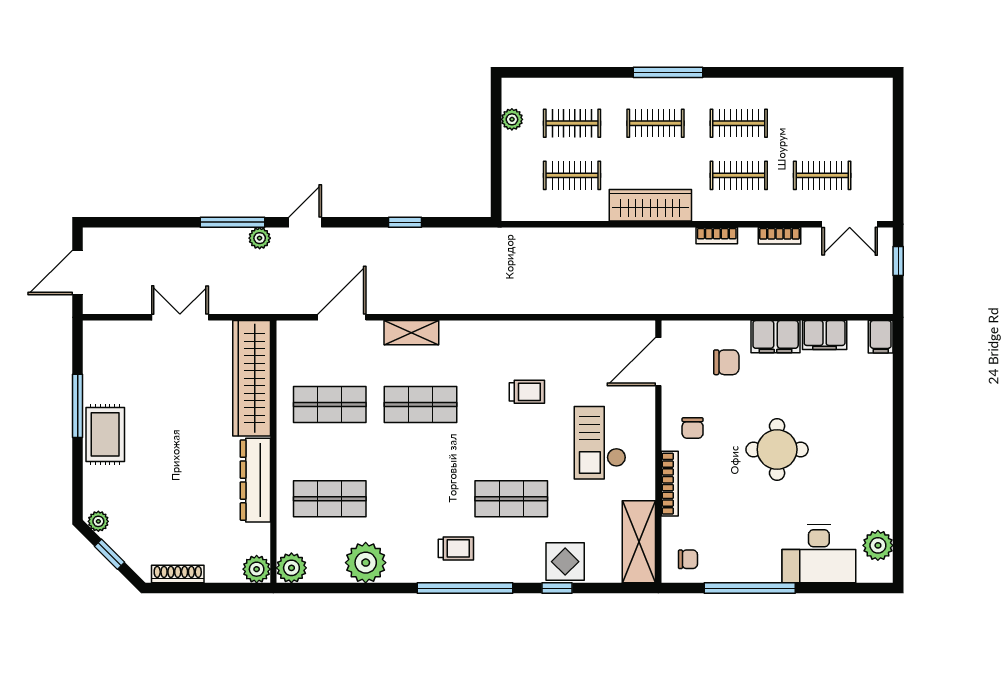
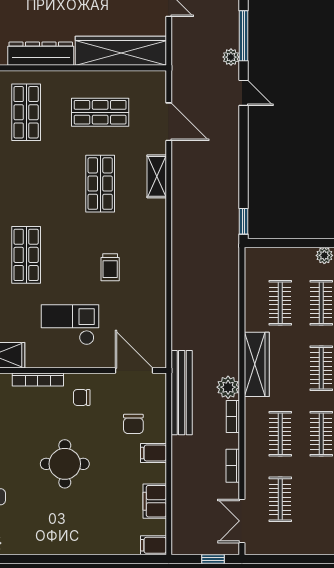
window: (405, 222) -> (243, 221), moved
plant: (680, 242) -> (228, 387), added
bench: (686, 301) -> (182, 393), added
filing cabinet: (776, 337) -> (153, 453), width x0.50
shop shelf: (330, 405) -> (100, 112), turned 90

